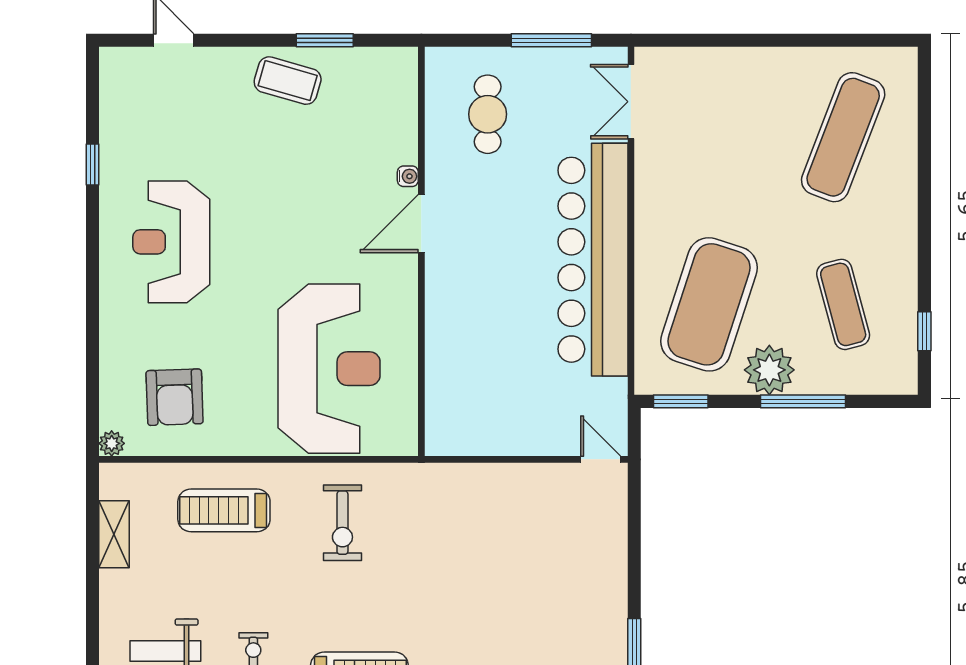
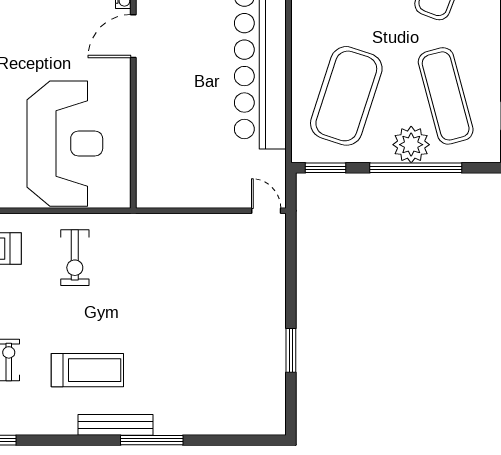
exercise mat: (843, 304) -> (446, 96), width x1.36, depth x1.45
plant: (769, 370) -> (411, 145), moved
window: (803, 401) -> (416, 168), width x1.46

